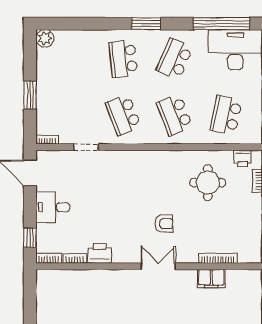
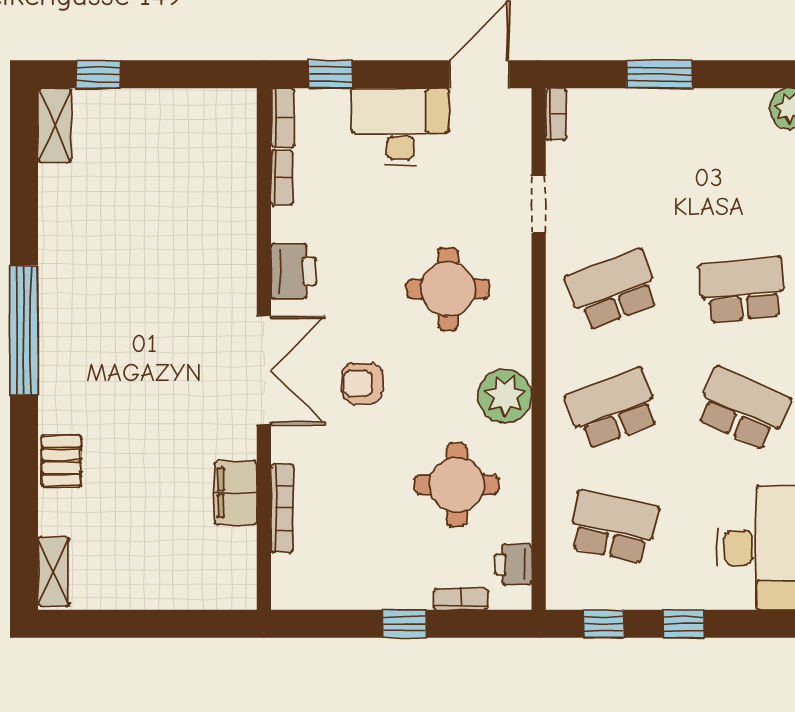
plant: (169, 162) -> (505, 396), added
round table: (123, 186) -> (448, 289), added
desk: (53, 207) -> (400, 127), width x1.37
armchair: (164, 224) -> (363, 383), turned 90
printer: (100, 253) -> (293, 271), moved
double door: (158, 266) -> (264, 370), width x1.37

